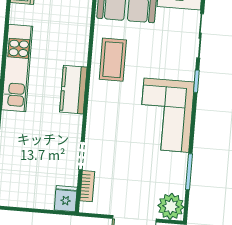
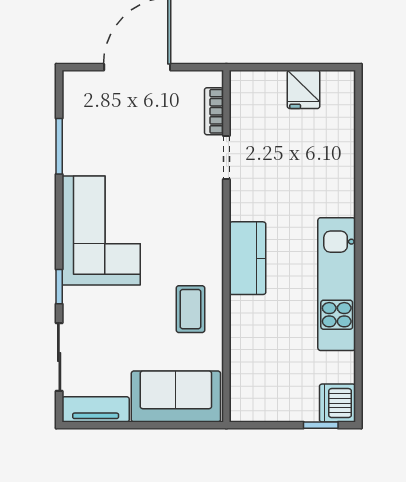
coffee table: (113, 60) -> (190, 309), width x0.73, depth x0.77
fridge: (66, 199) -> (304, 89), moved
plant: (171, 206) -> (83, 91), removed

